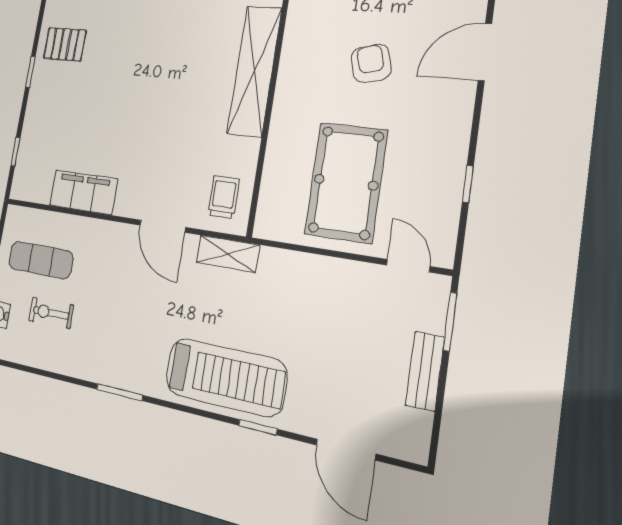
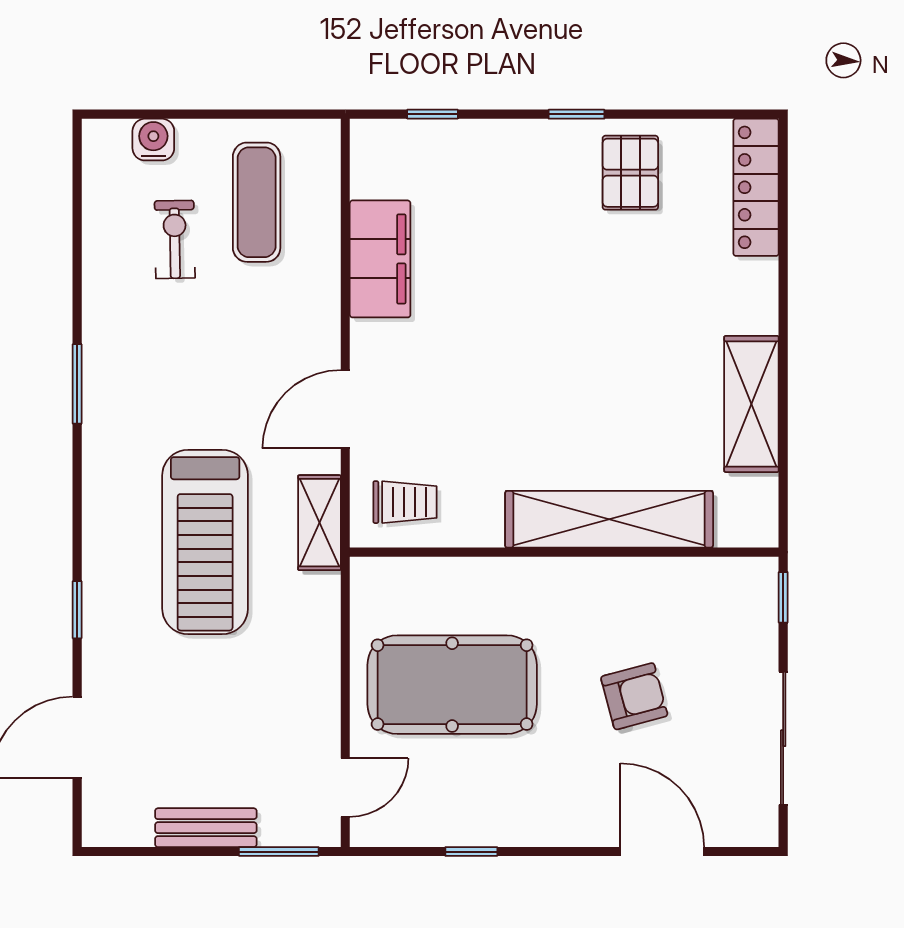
treadmill: (225, 377) -> (205, 542), moved

